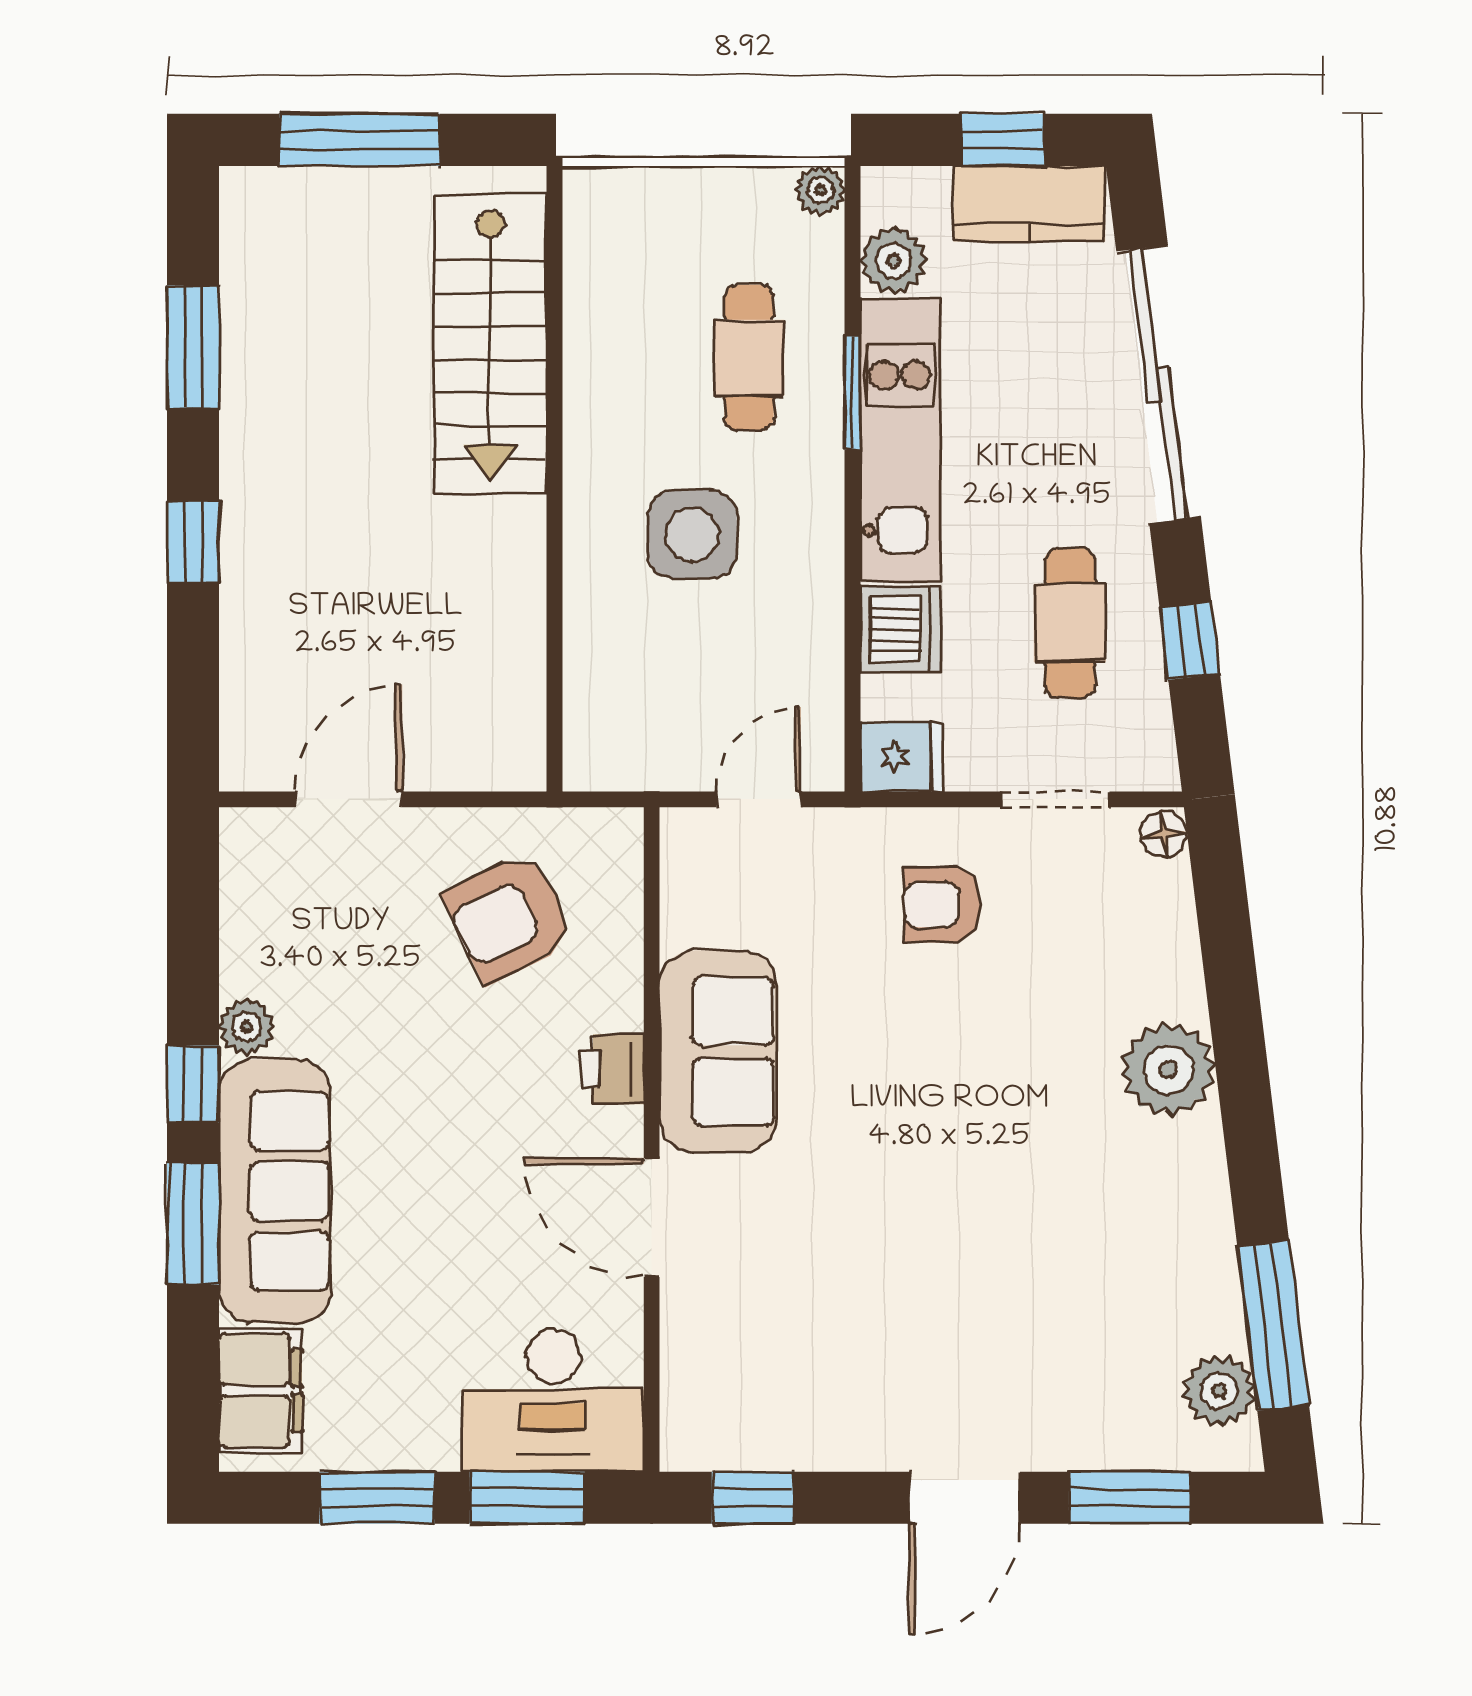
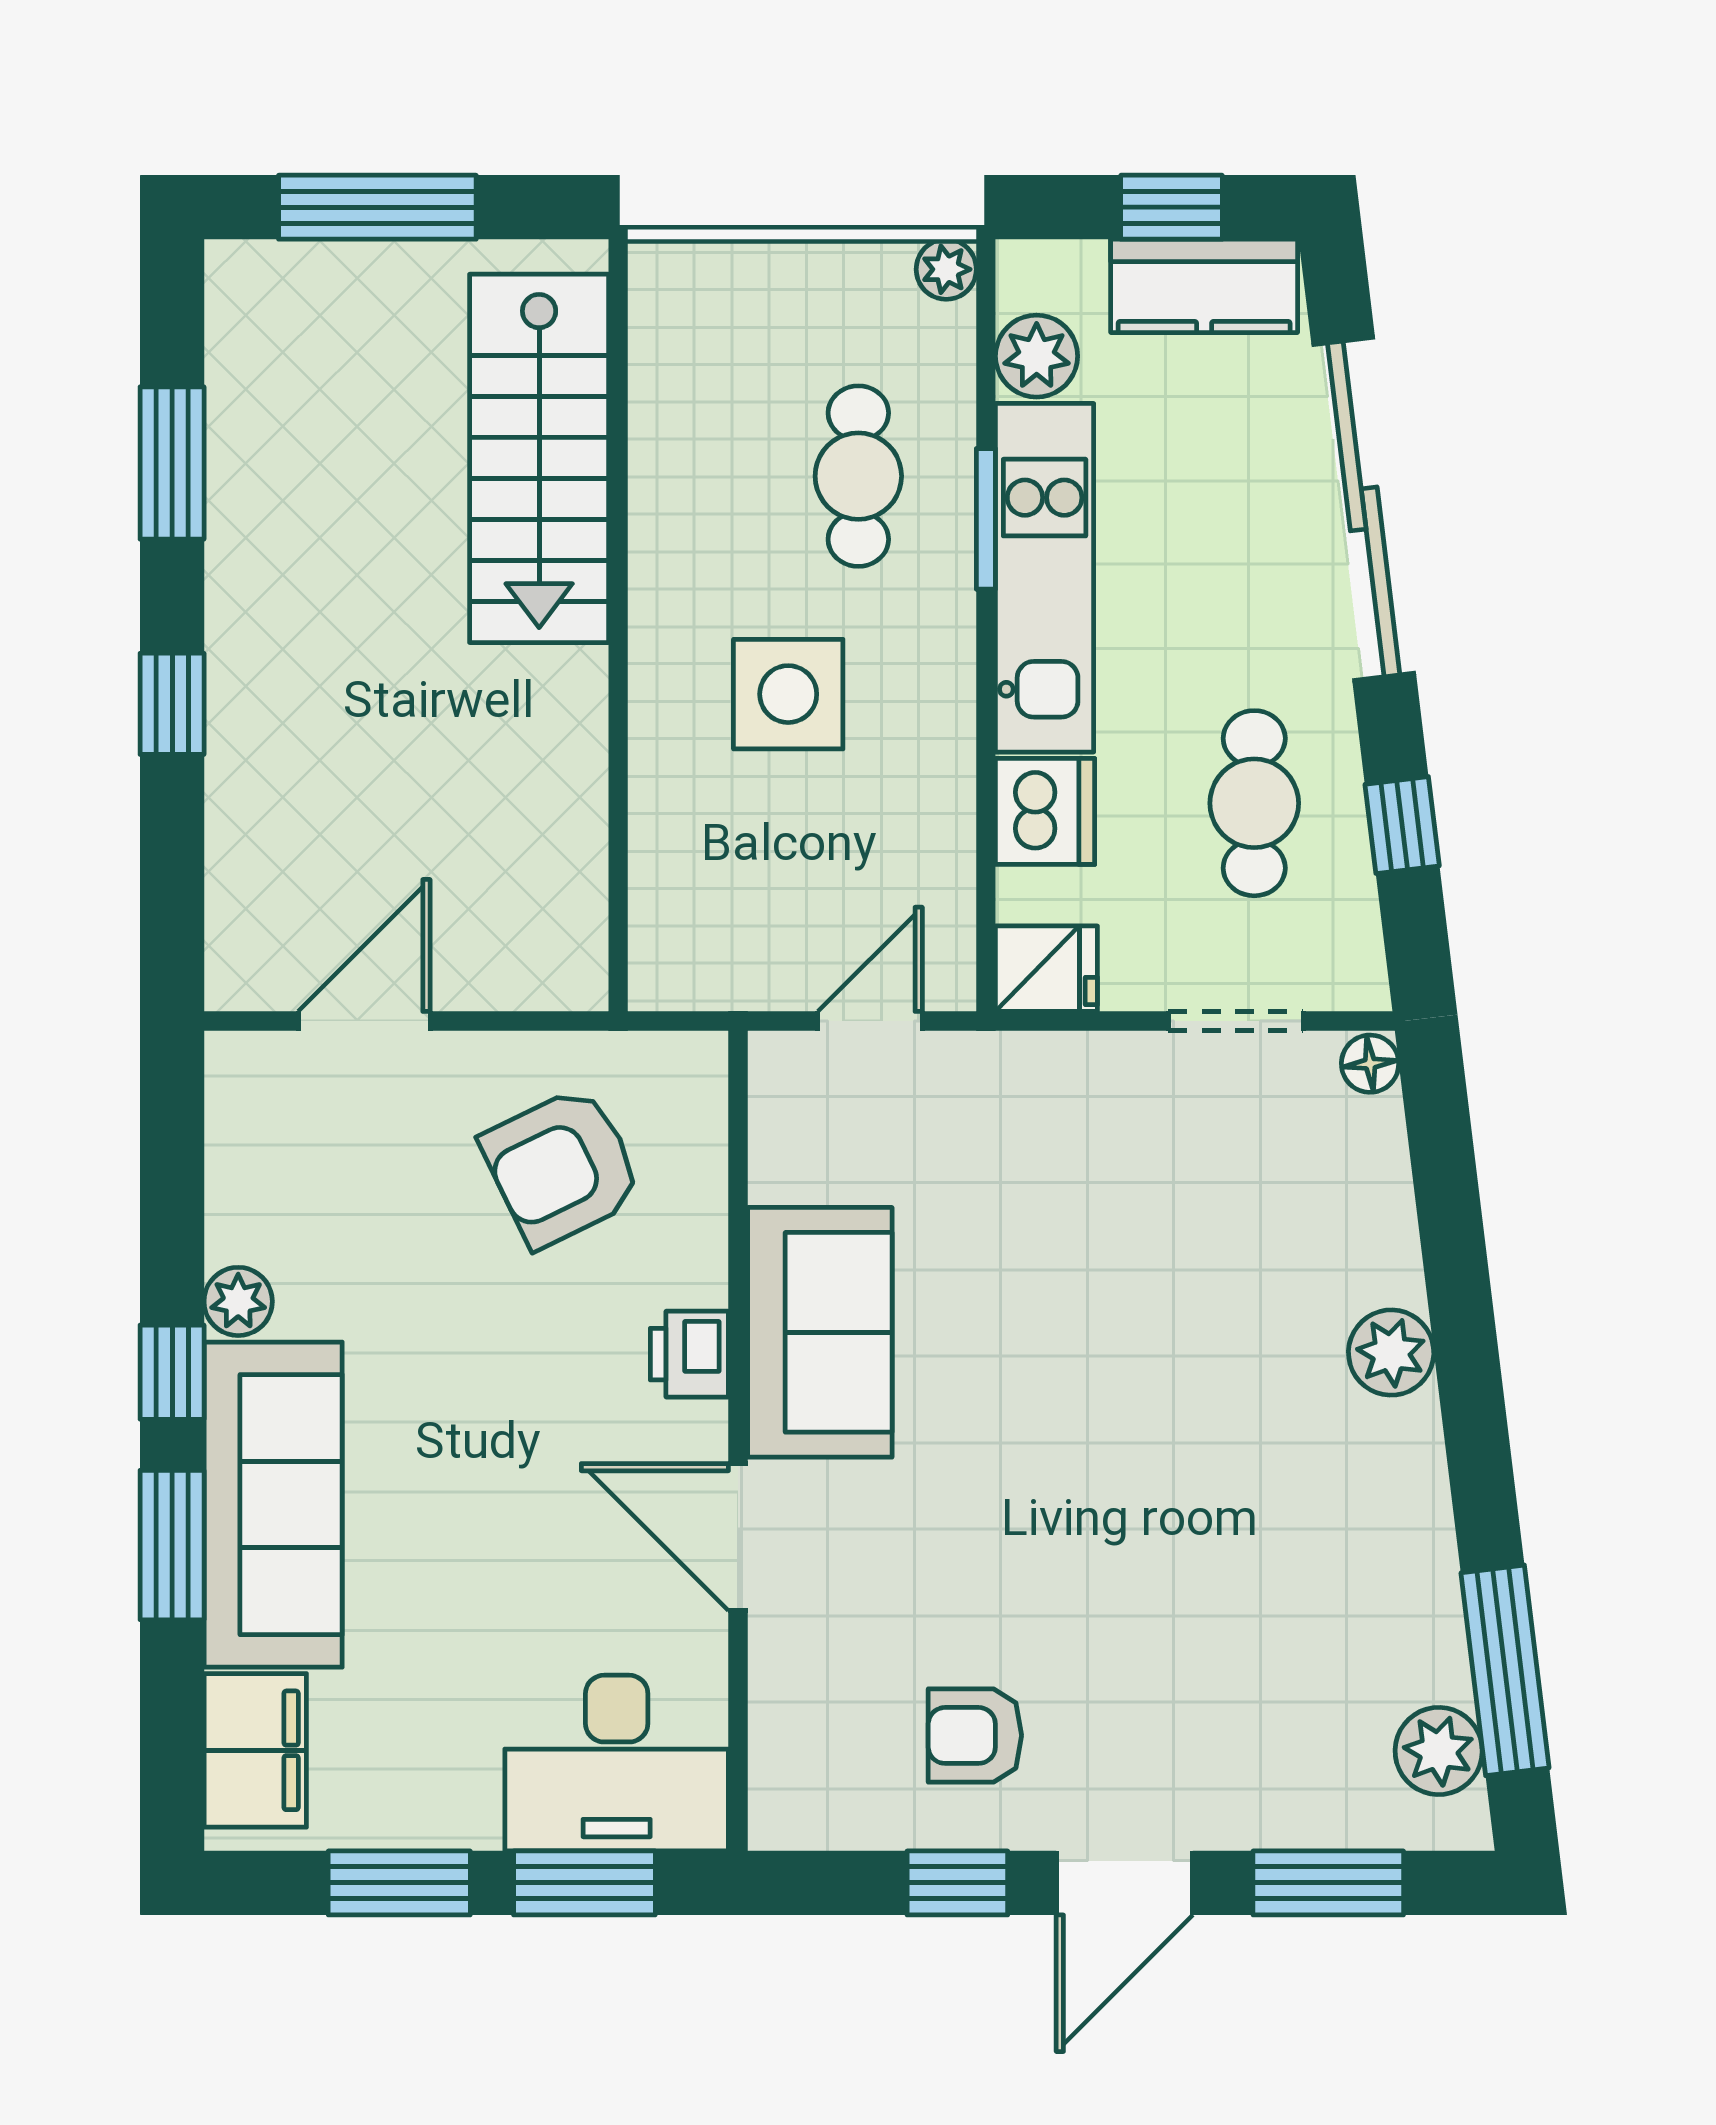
armchair: (942, 904) -> (975, 1735), moved
plant: (1168, 1070) -> (1391, 1353), width x0.73, depth x0.73
window: (753, 1498) -> (957, 1883), moved

